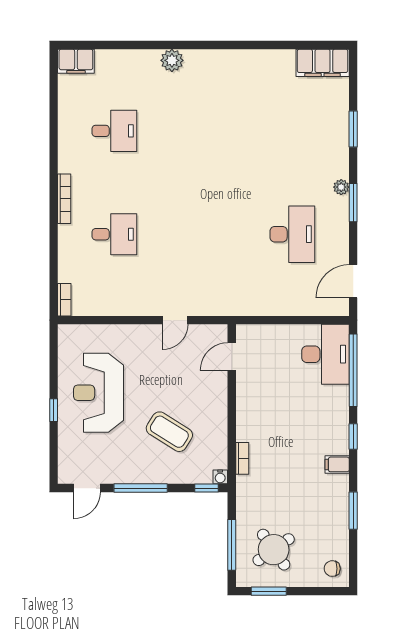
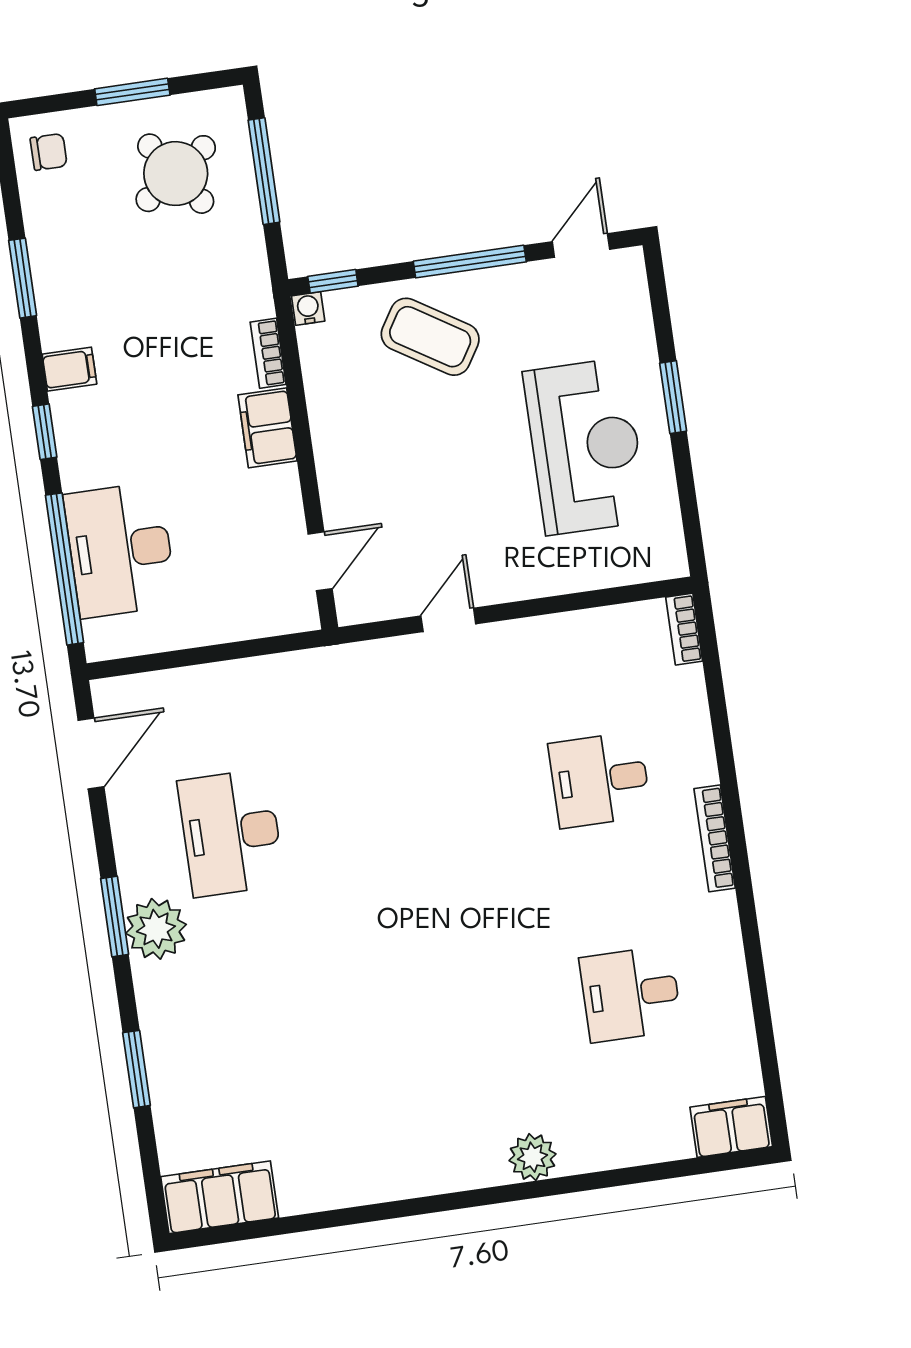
plant: (341, 187) -> (156, 929), width x1.88, depth x1.88
desk: (325, 354) -> (120, 550), moved
window: (54, 410) -> (673, 397), width x1.50
filing cabinet: (248, 423) -> (267, 428), added
coffee table: (169, 432) -> (430, 337), moved
window: (269, 591) -> (132, 92), moved

